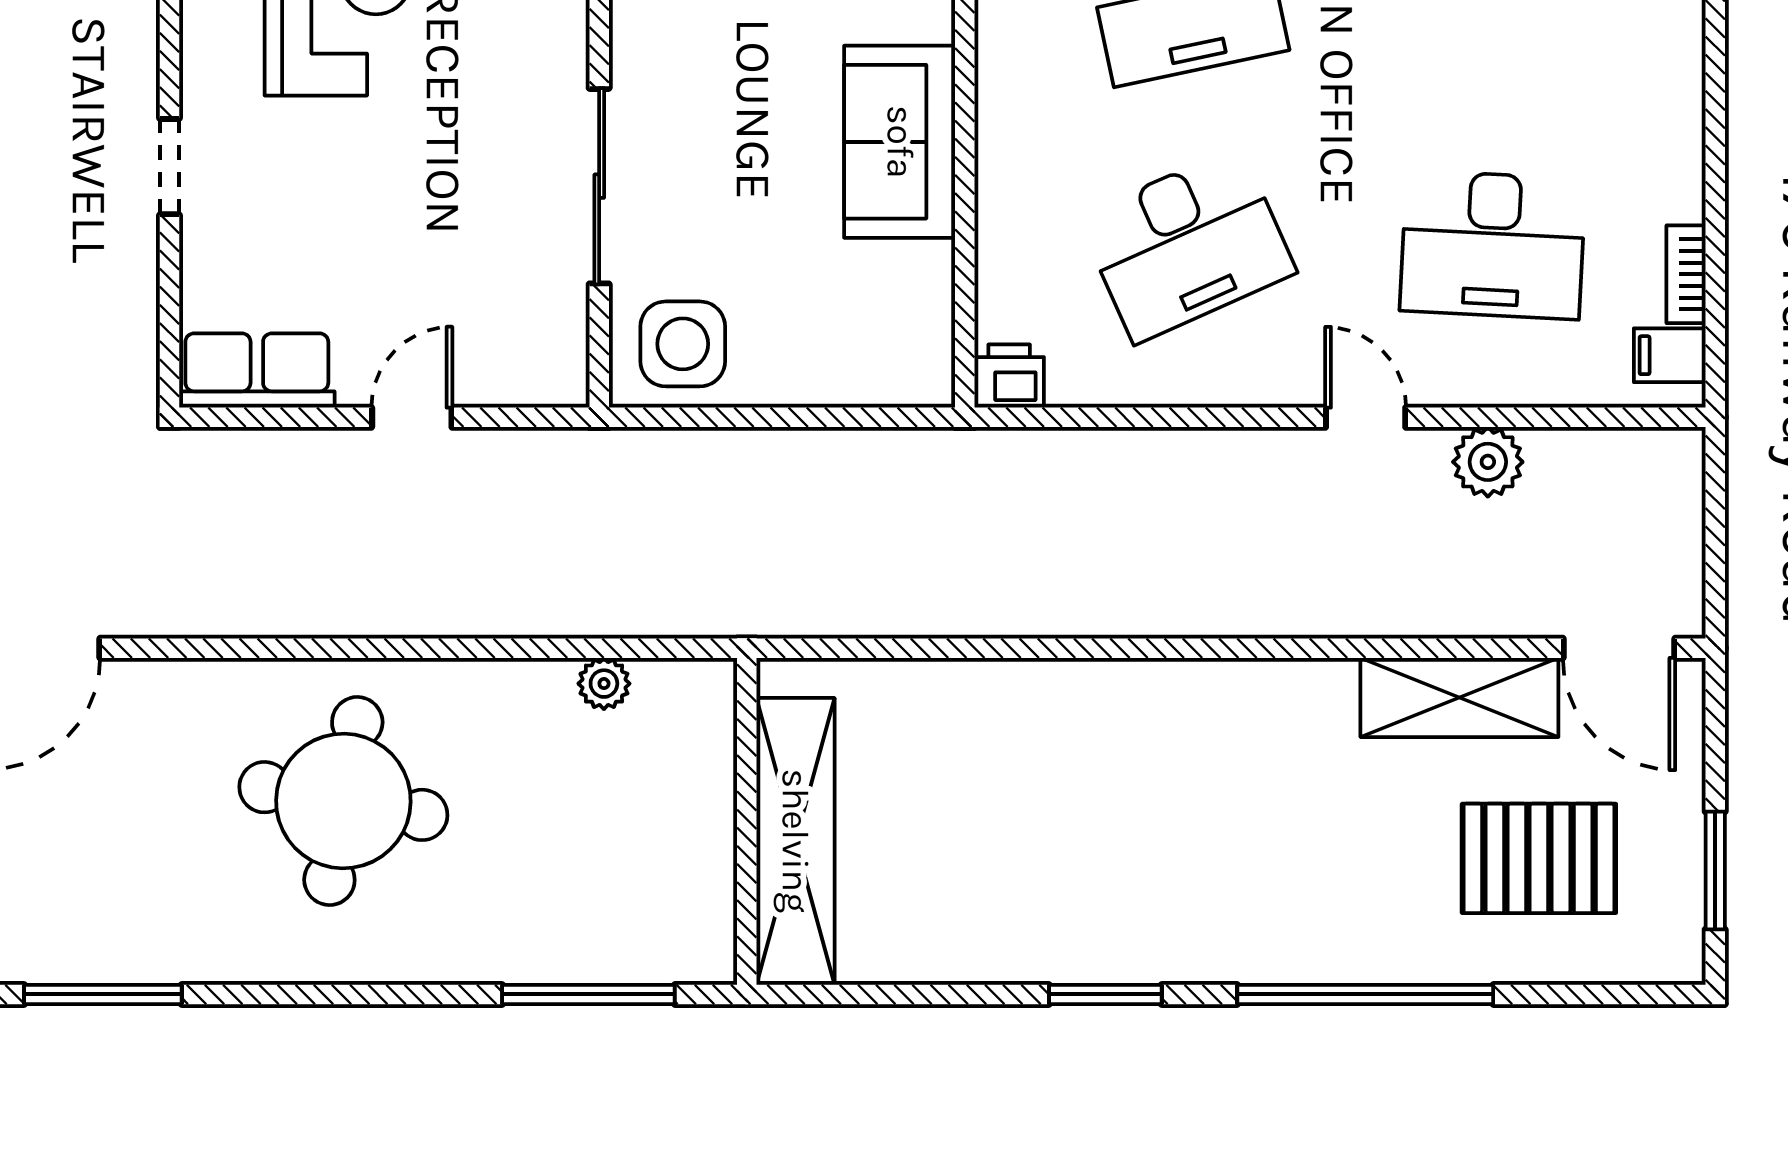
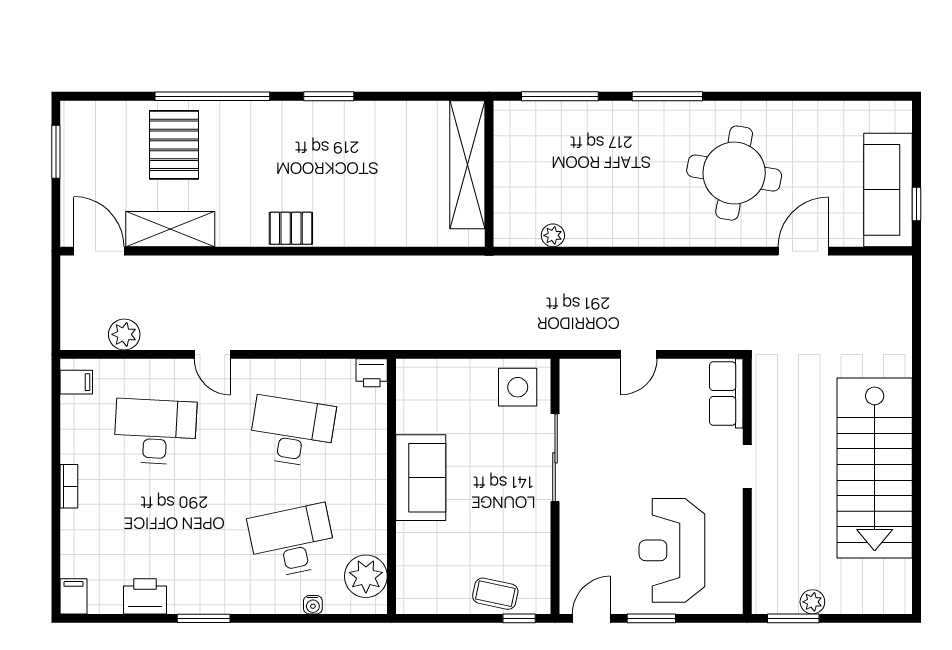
desk: (1187, 245) -> (292, 432), turned 33
bookcase: (1686, 274) -> (69, 486), moved
row of seats: (257, 371) -> (726, 393), moved, turned 90
plant: (1488, 462) -> (124, 334), moved
pallet: (1190, 699) -> (291, 228), added
round table: (343, 801) -> (734, 173), moved
pallet: (1539, 858) -> (174, 145), moved, turned 90
window: (103, 994) -> (667, 96), moved

